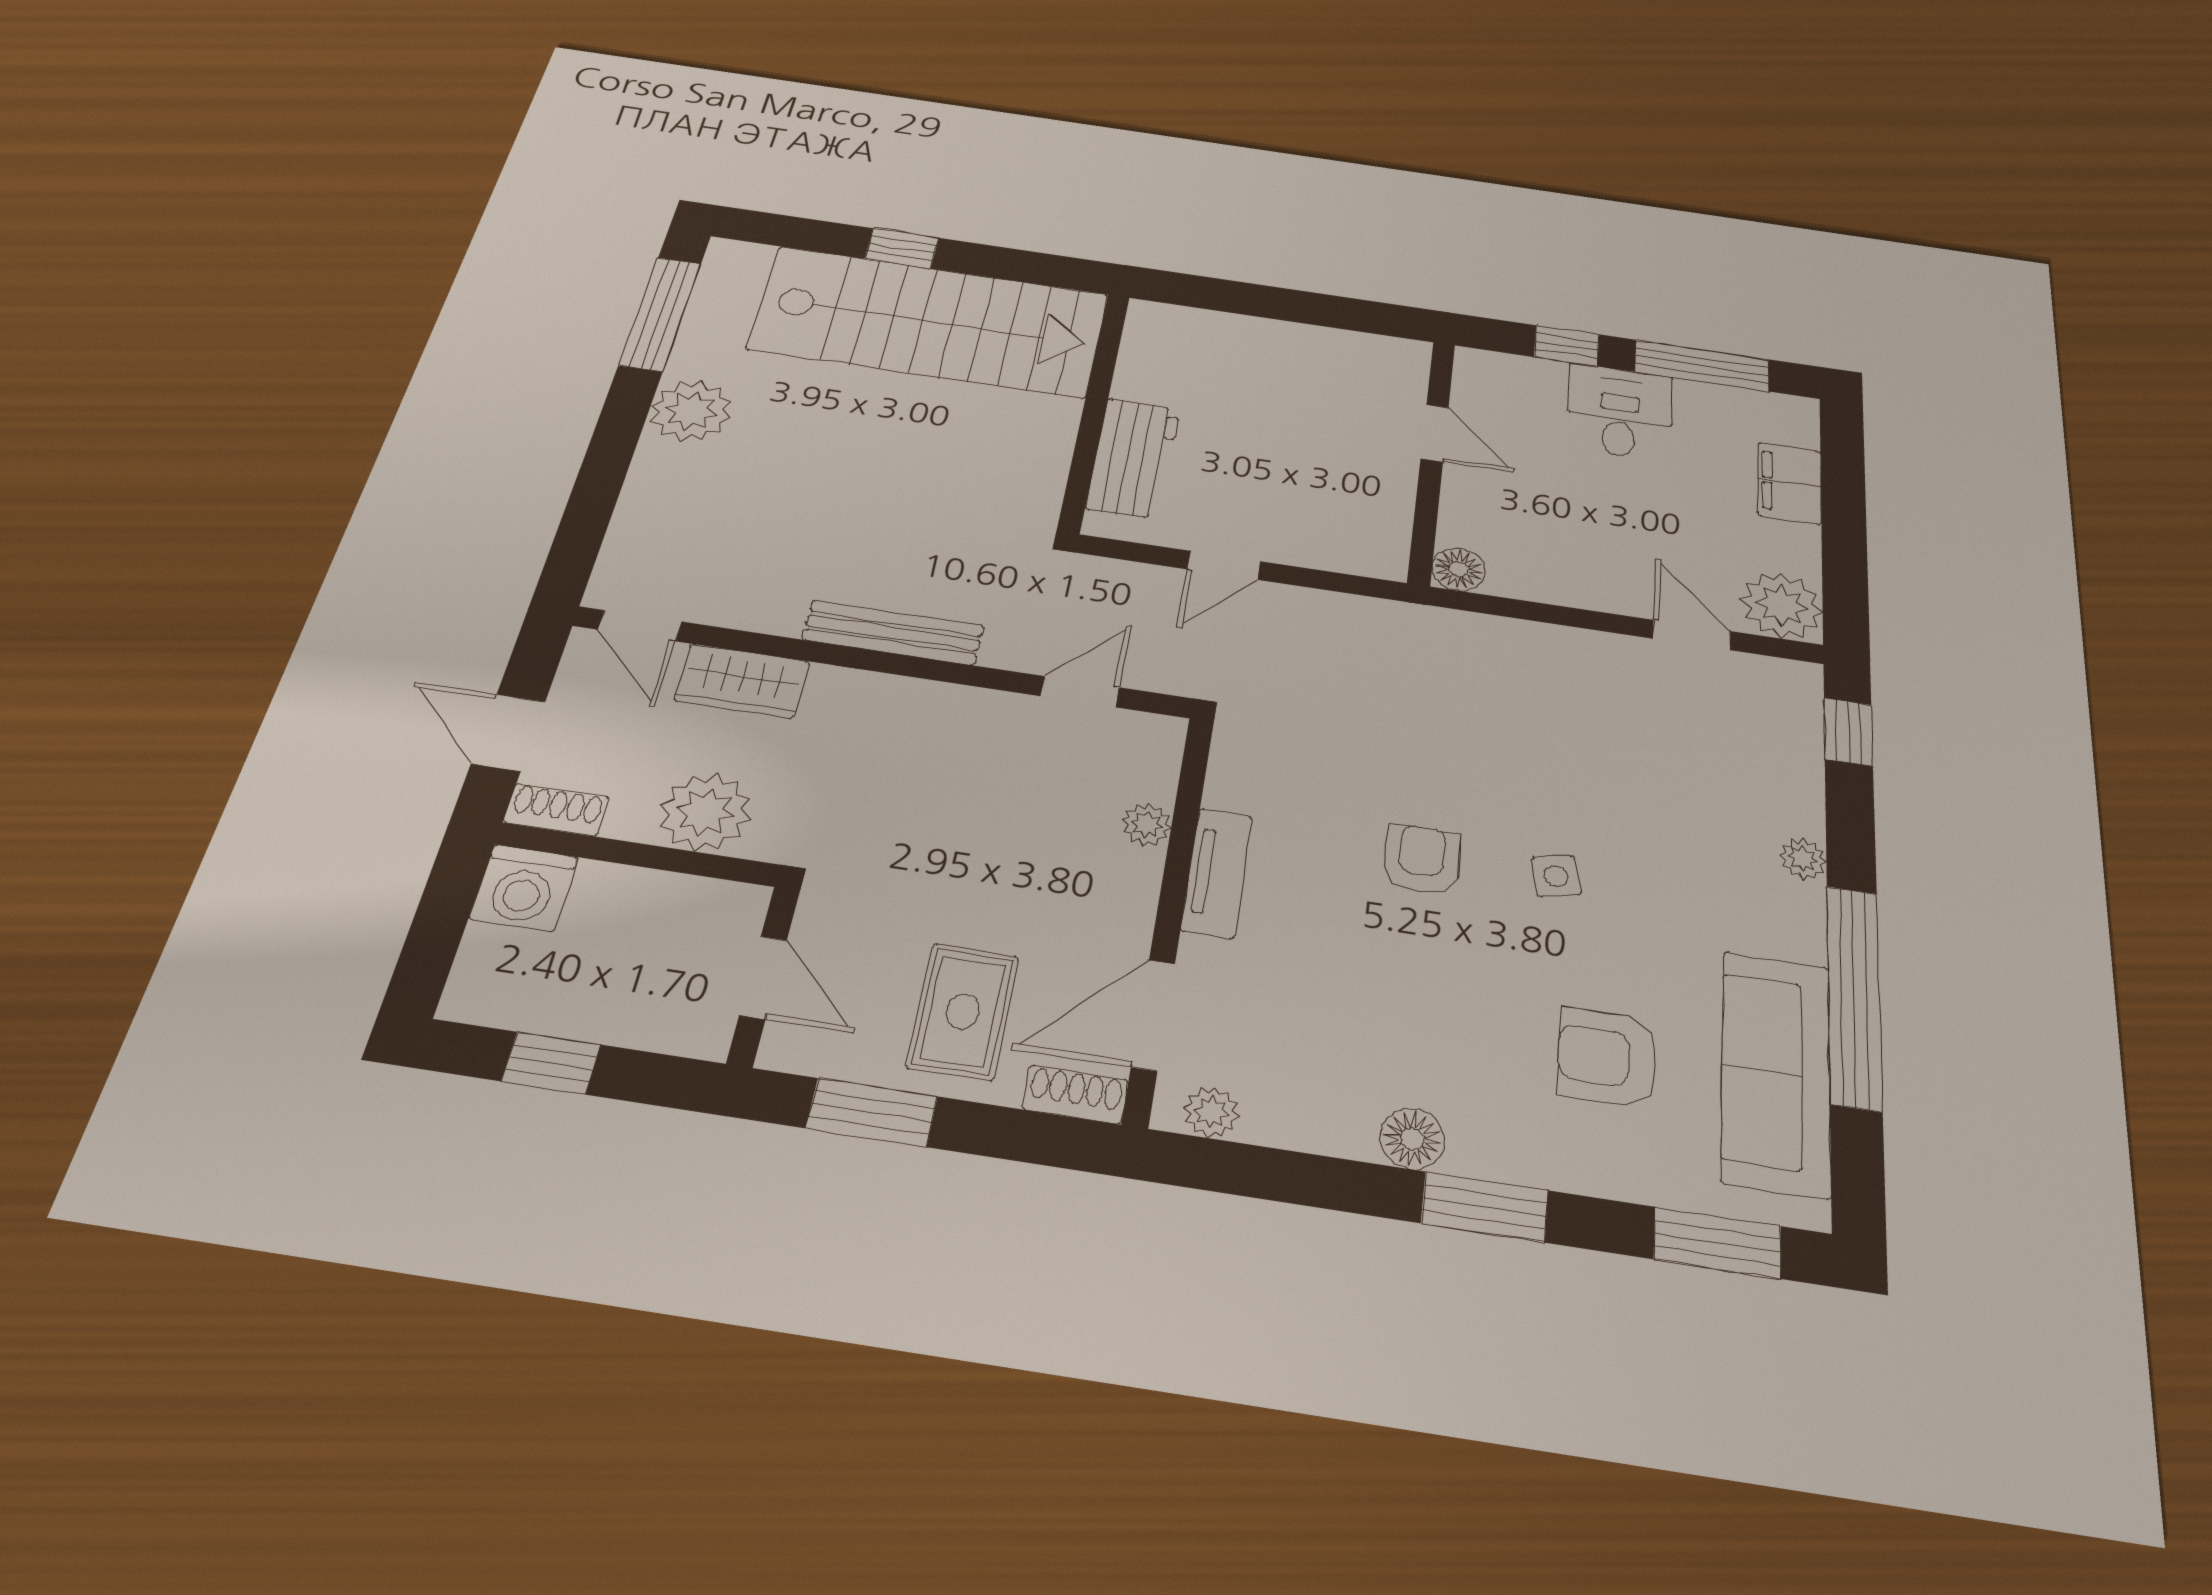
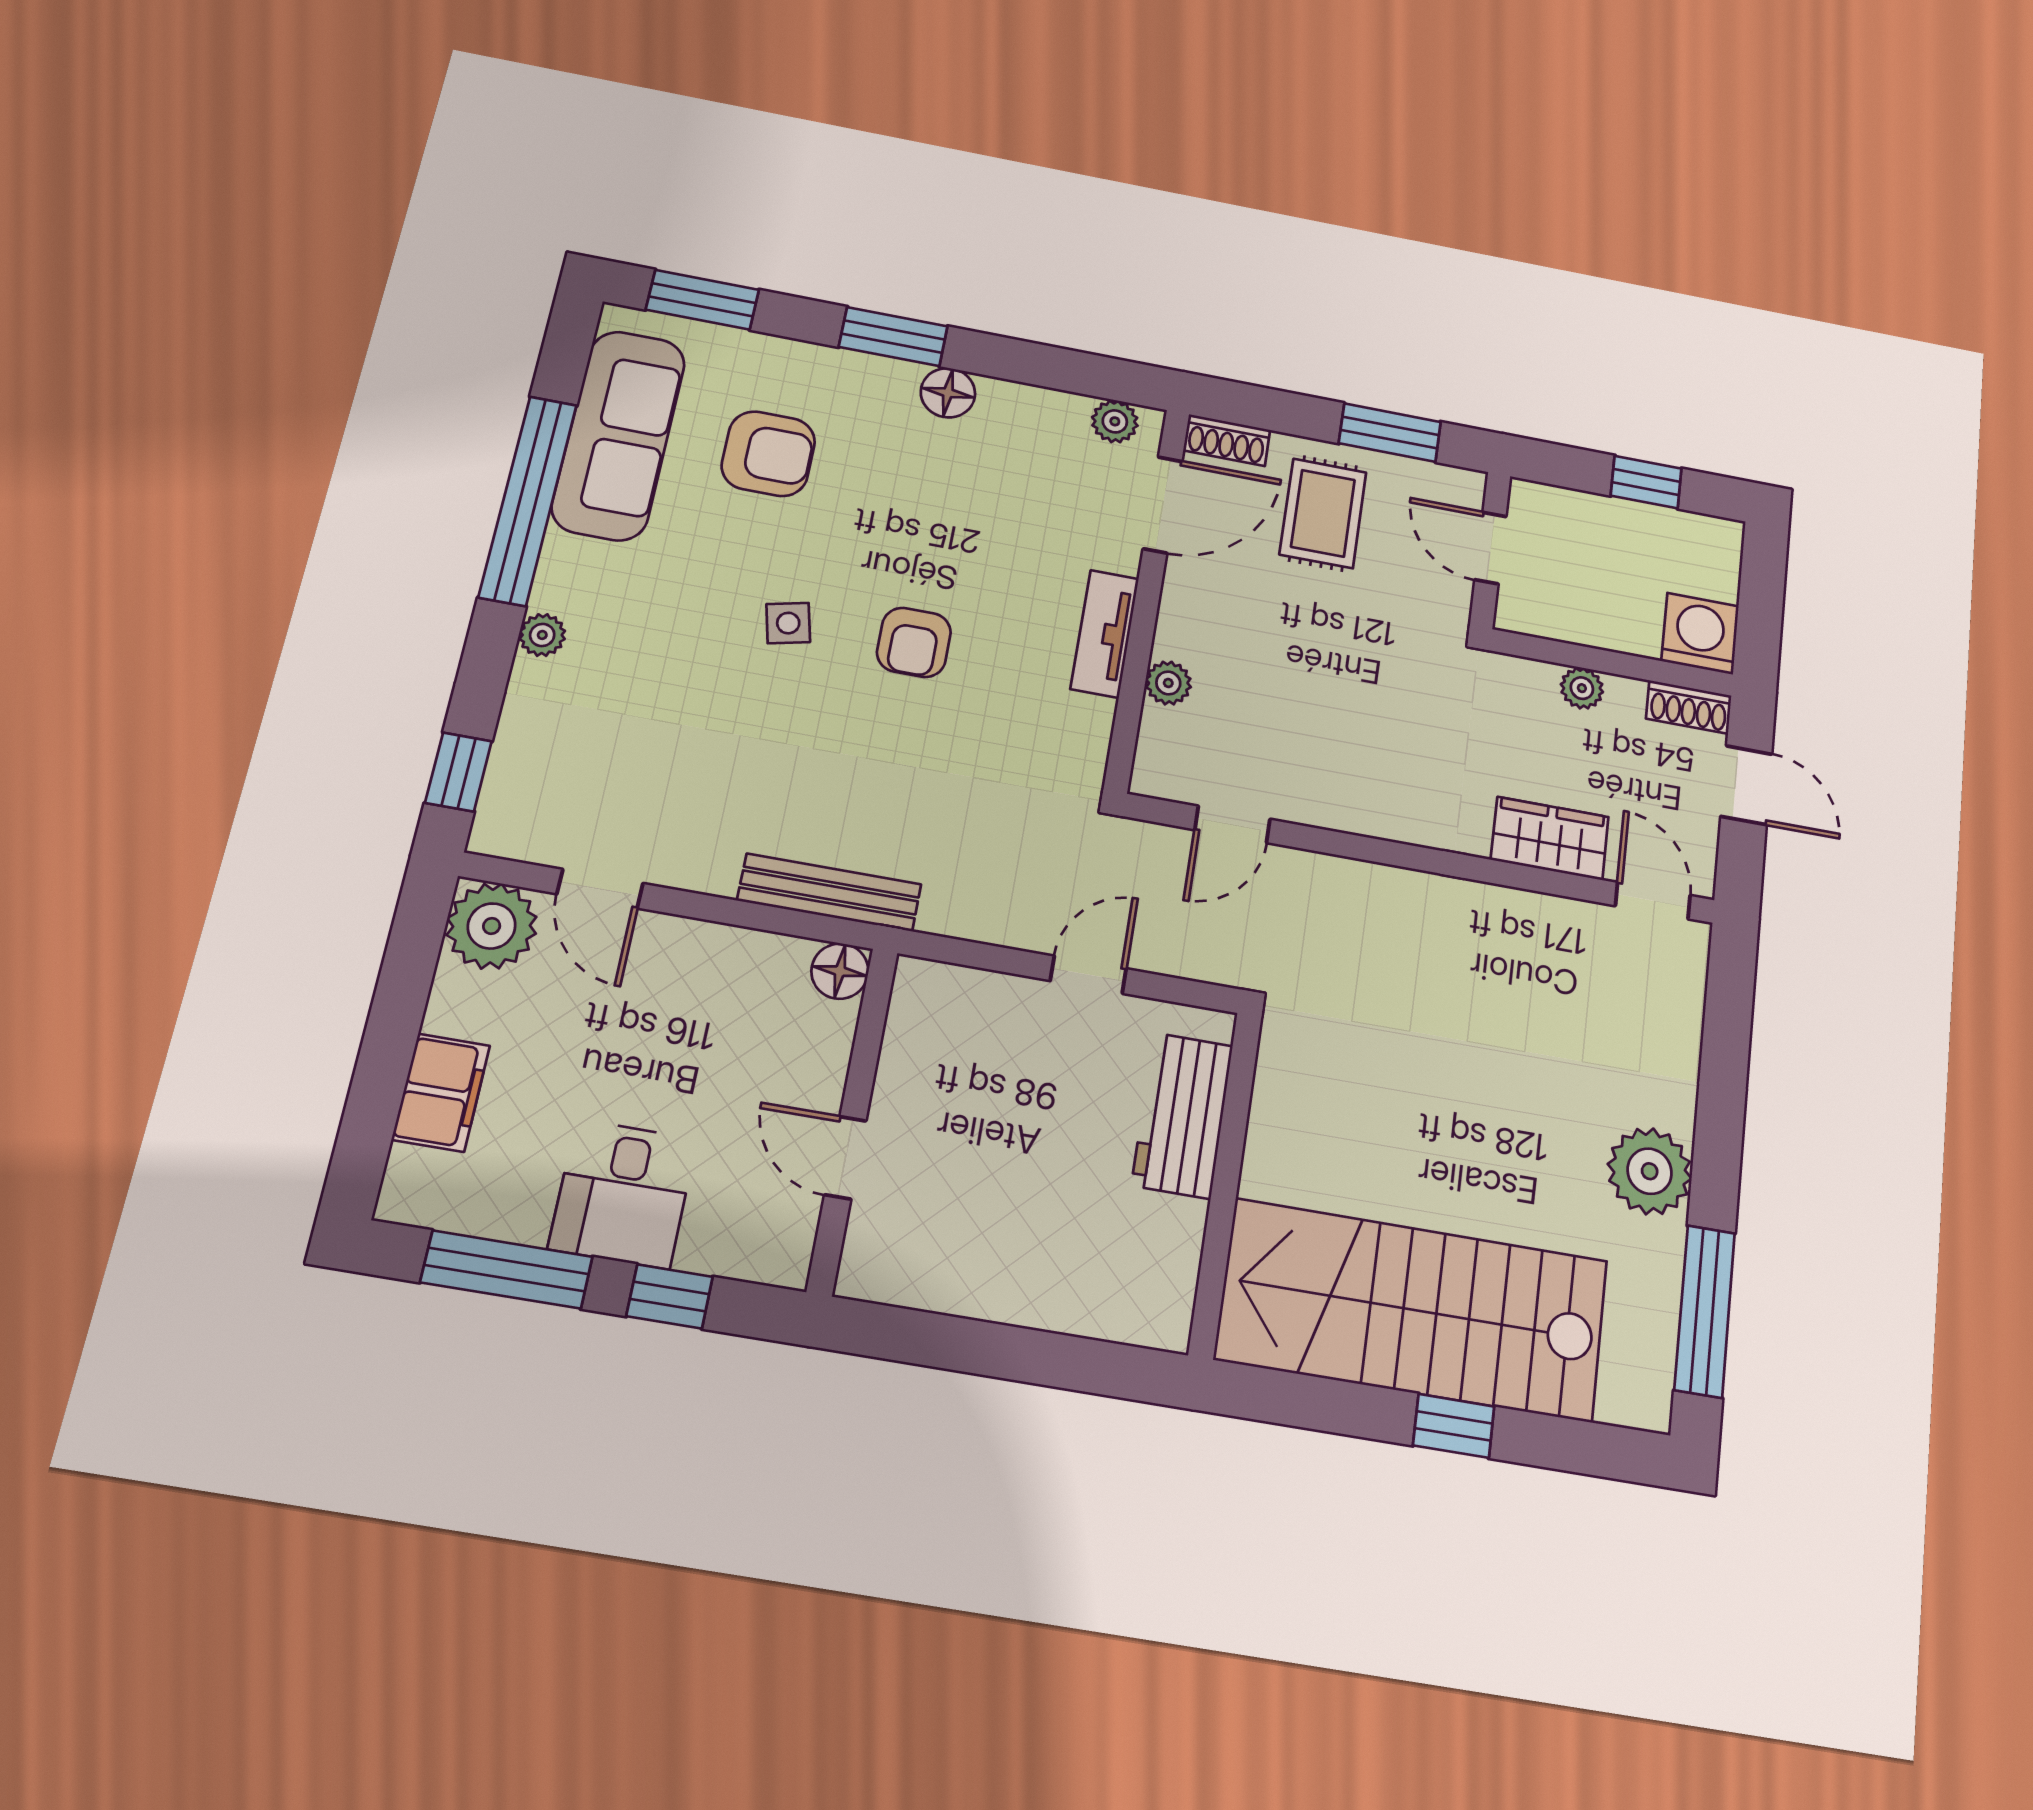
bench: (893, 633) -> (829, 892), moved
plant: (705, 812) -> (1582, 688), width x0.53, depth x0.53

